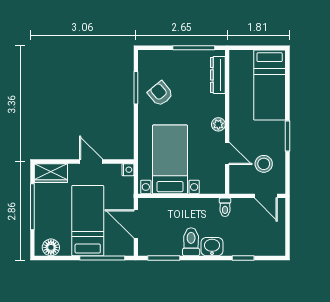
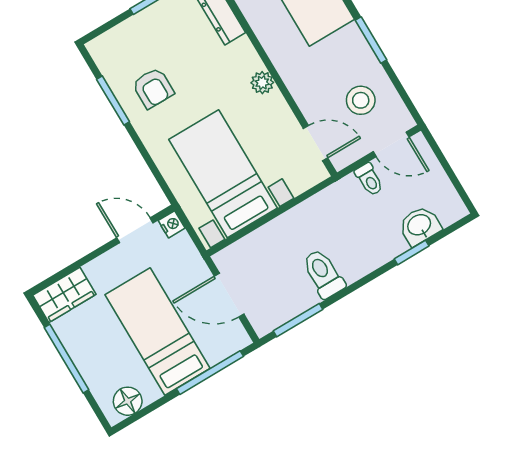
armchair: (160, 94) -> (153, 88), turned -140
door: (227, 153) -> (316, 143), moved
door: (91, 161) -> (135, 230), moved
toilet: (225, 207) -> (369, 179), moved
washbasin: (212, 247) -> (420, 226), moved

